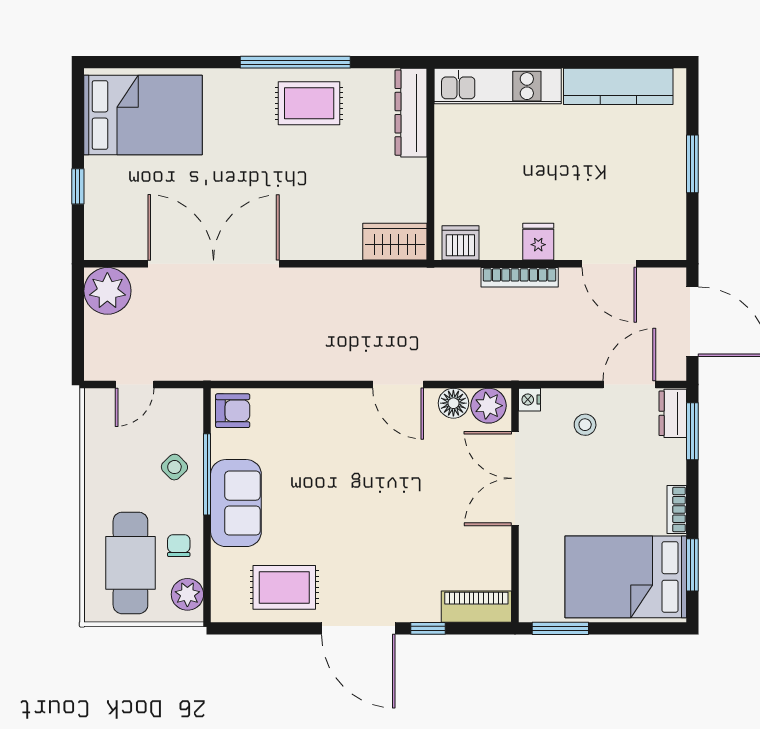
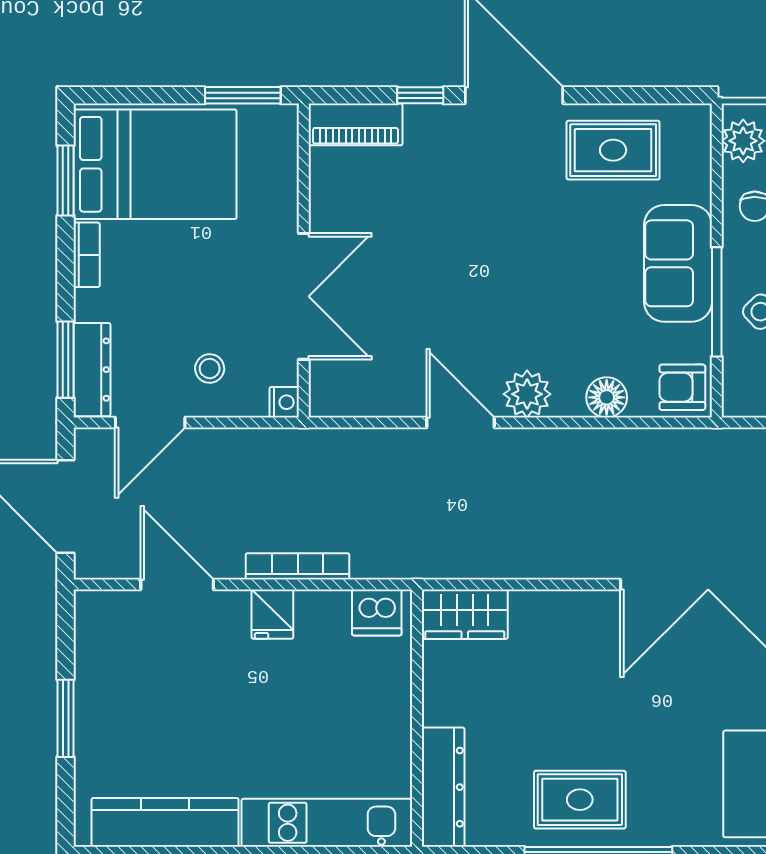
floor lamp: (453, 403) -> (607, 397), moved
plant: (489, 406) -> (527, 394), moved
dresser: (673, 413) -> (92, 370), width x1.44

